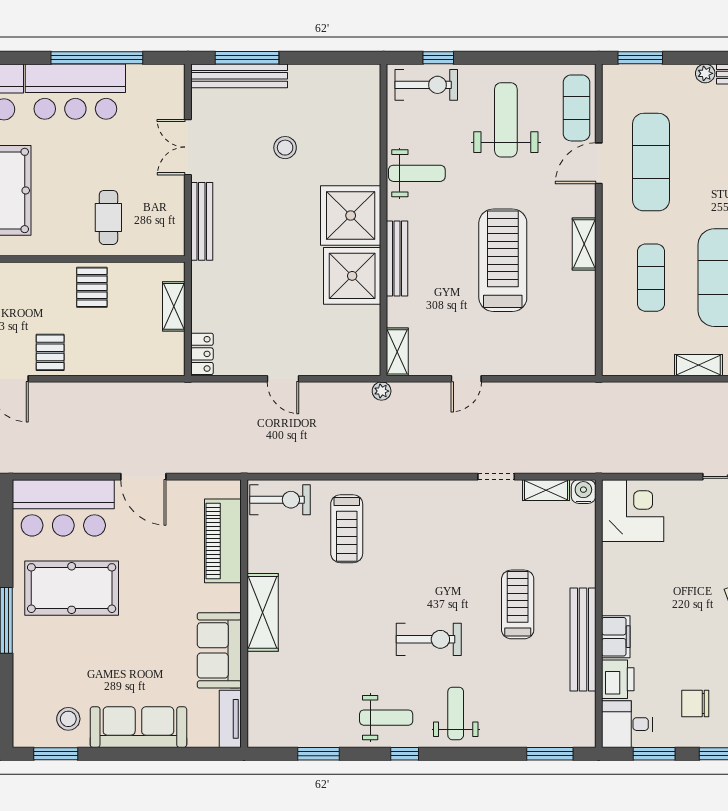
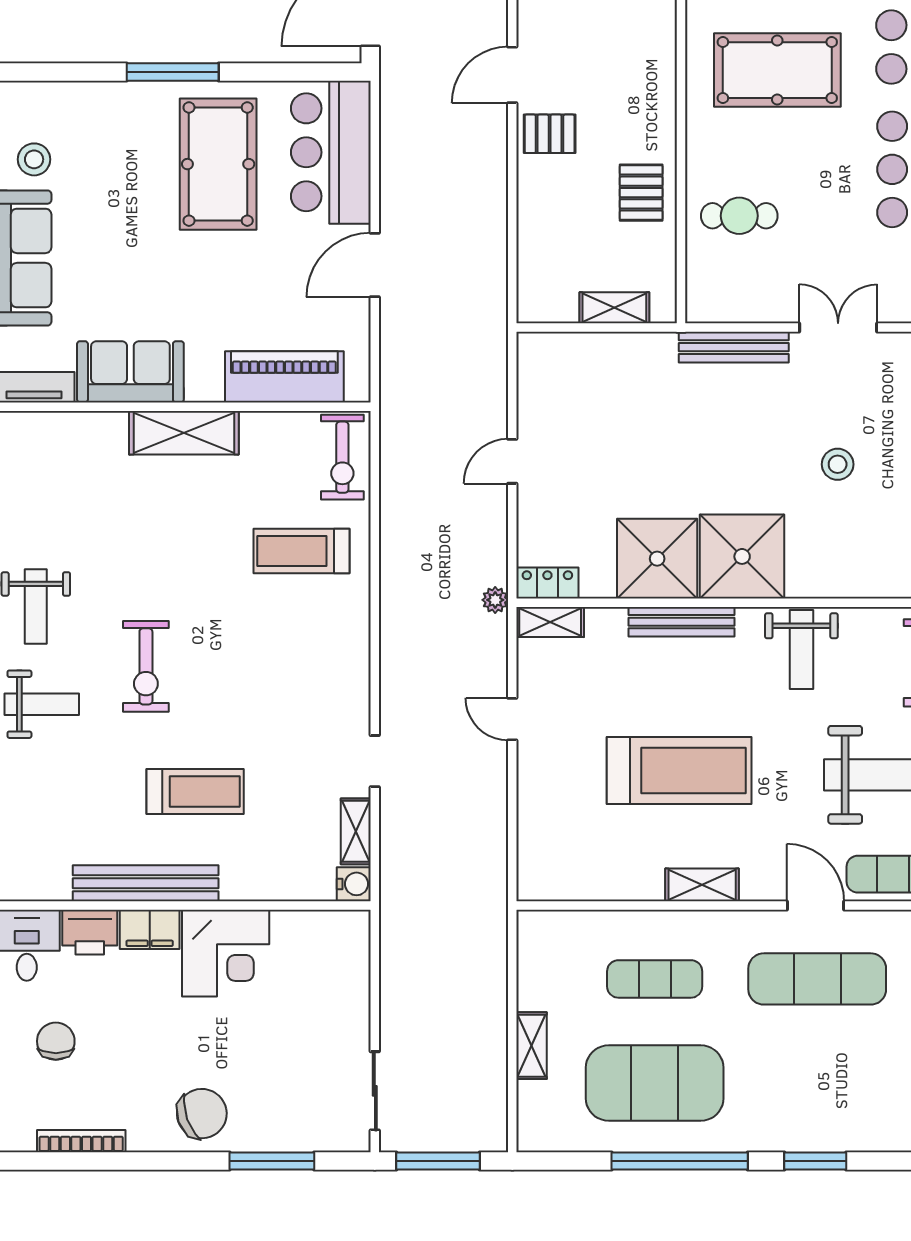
pallet: (92, 287) -> (641, 193), turned 90
locker: (202, 354) -> (547, 583), moved, turned 180
corner desk: (633, 511) -> (226, 953), moved

